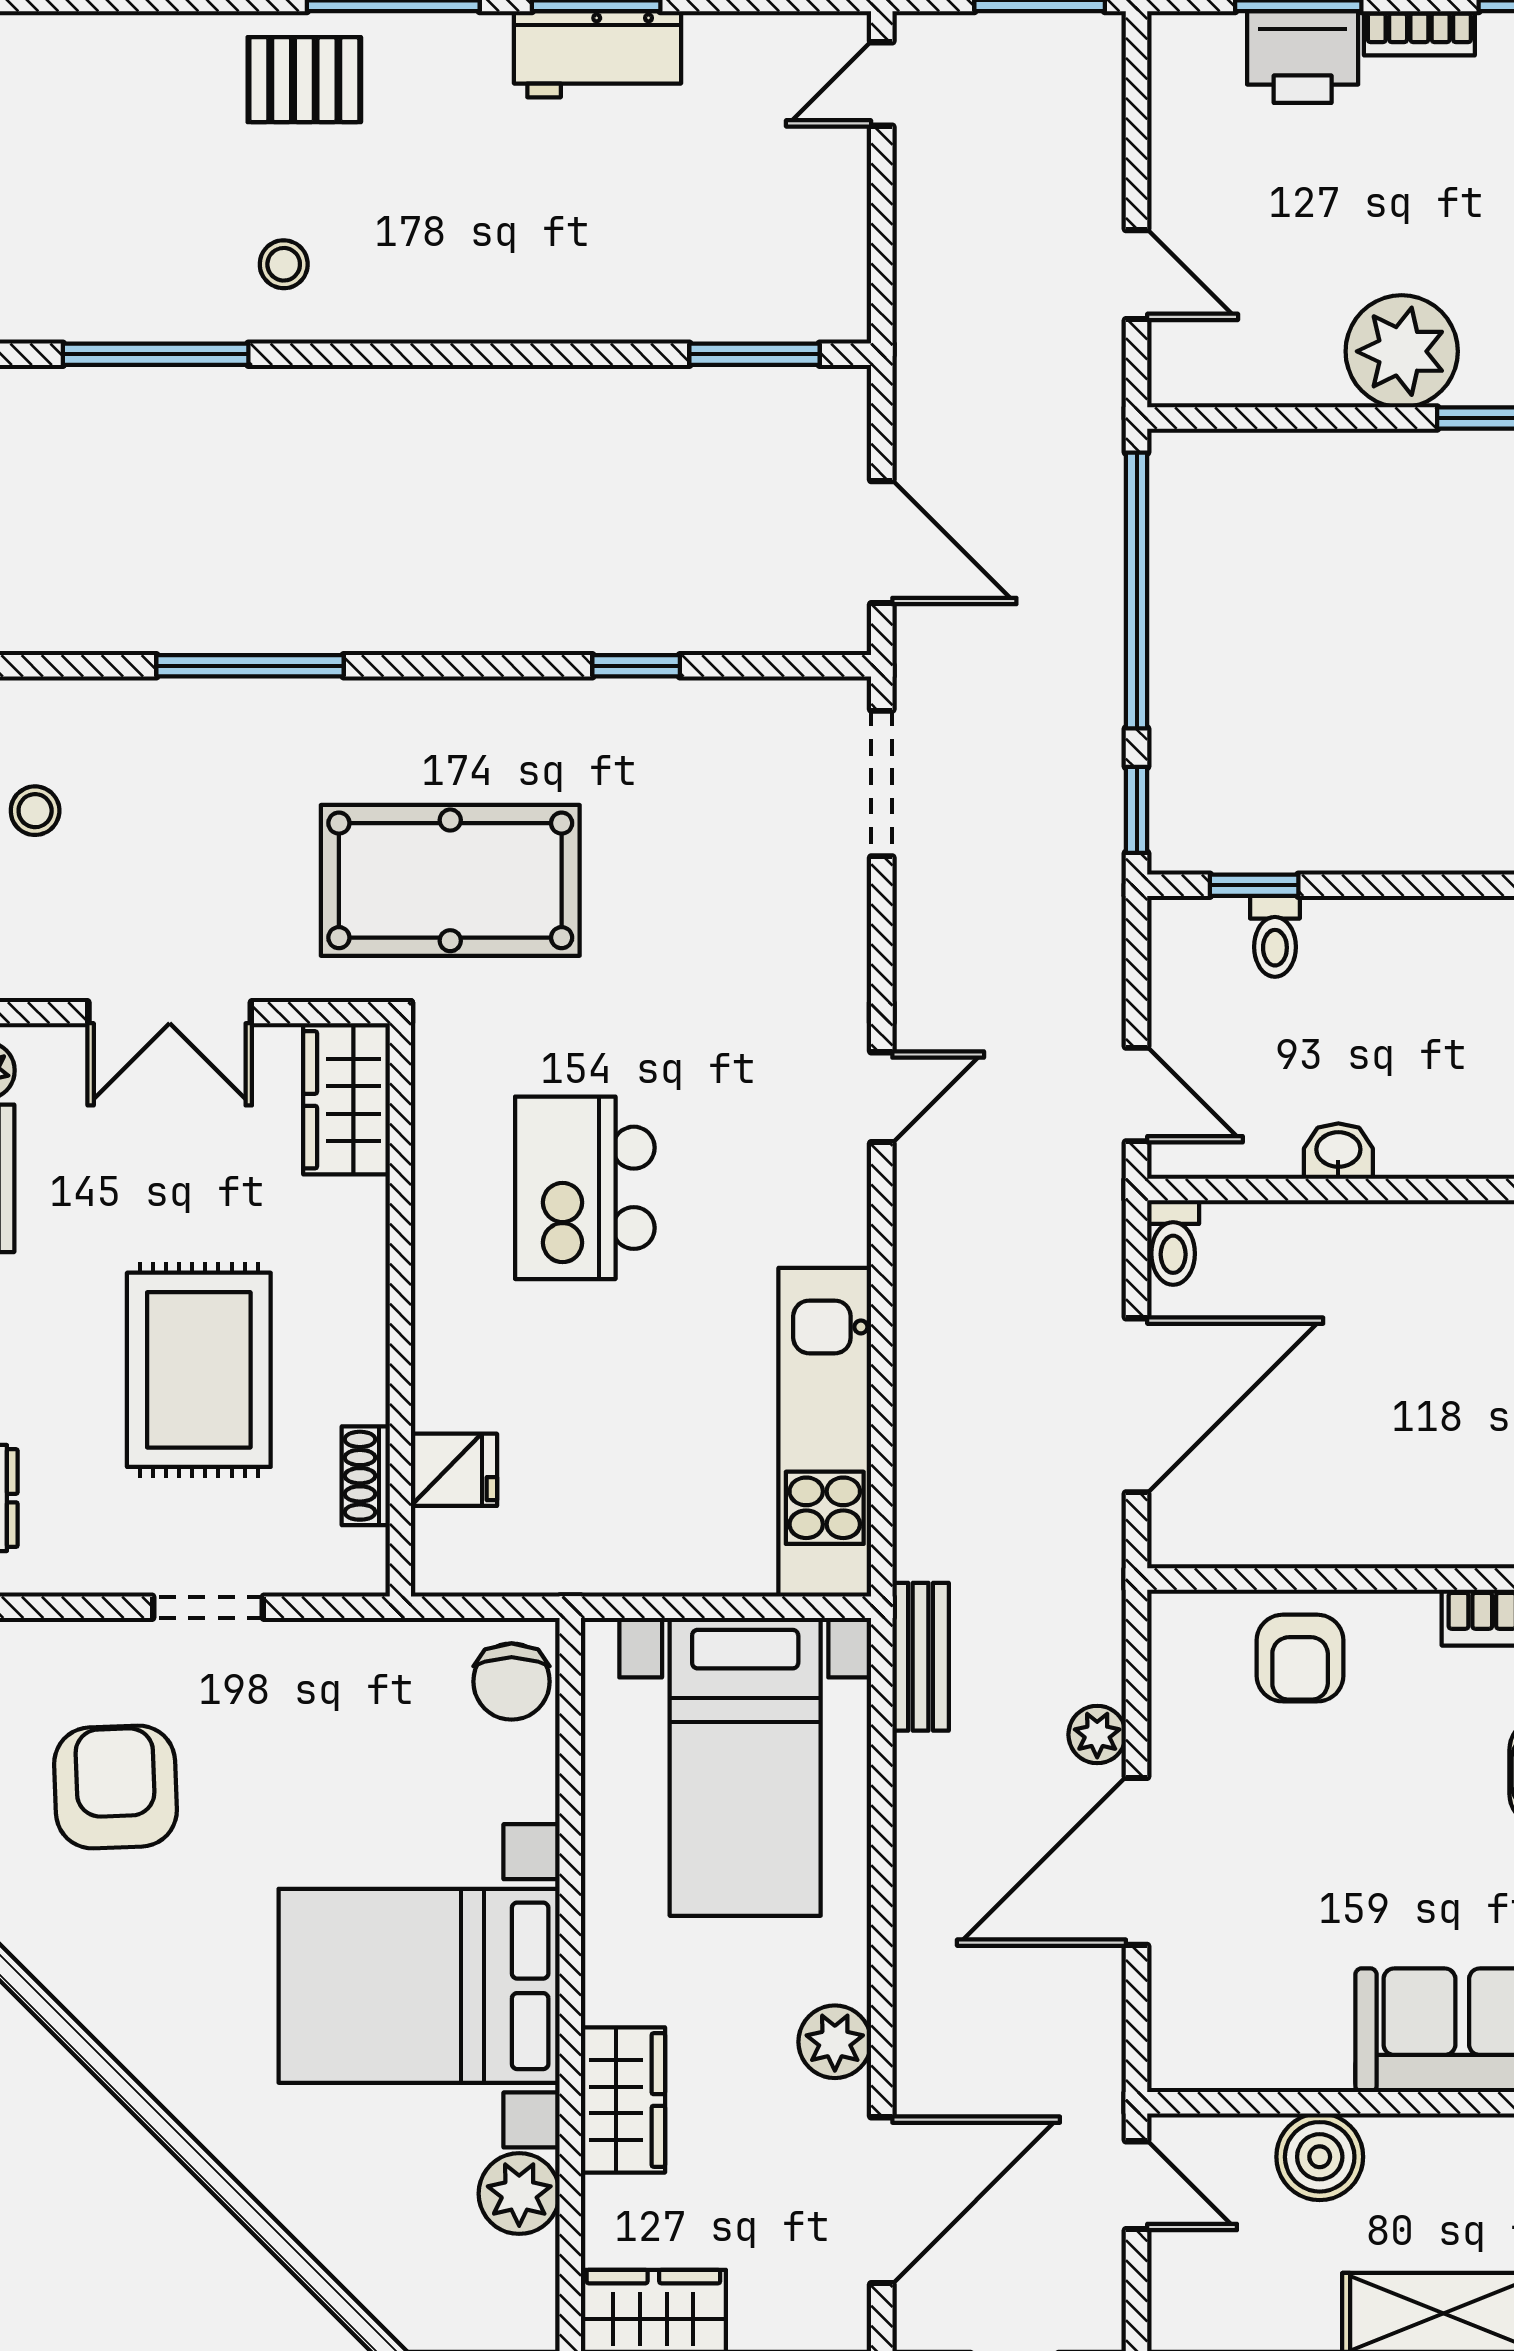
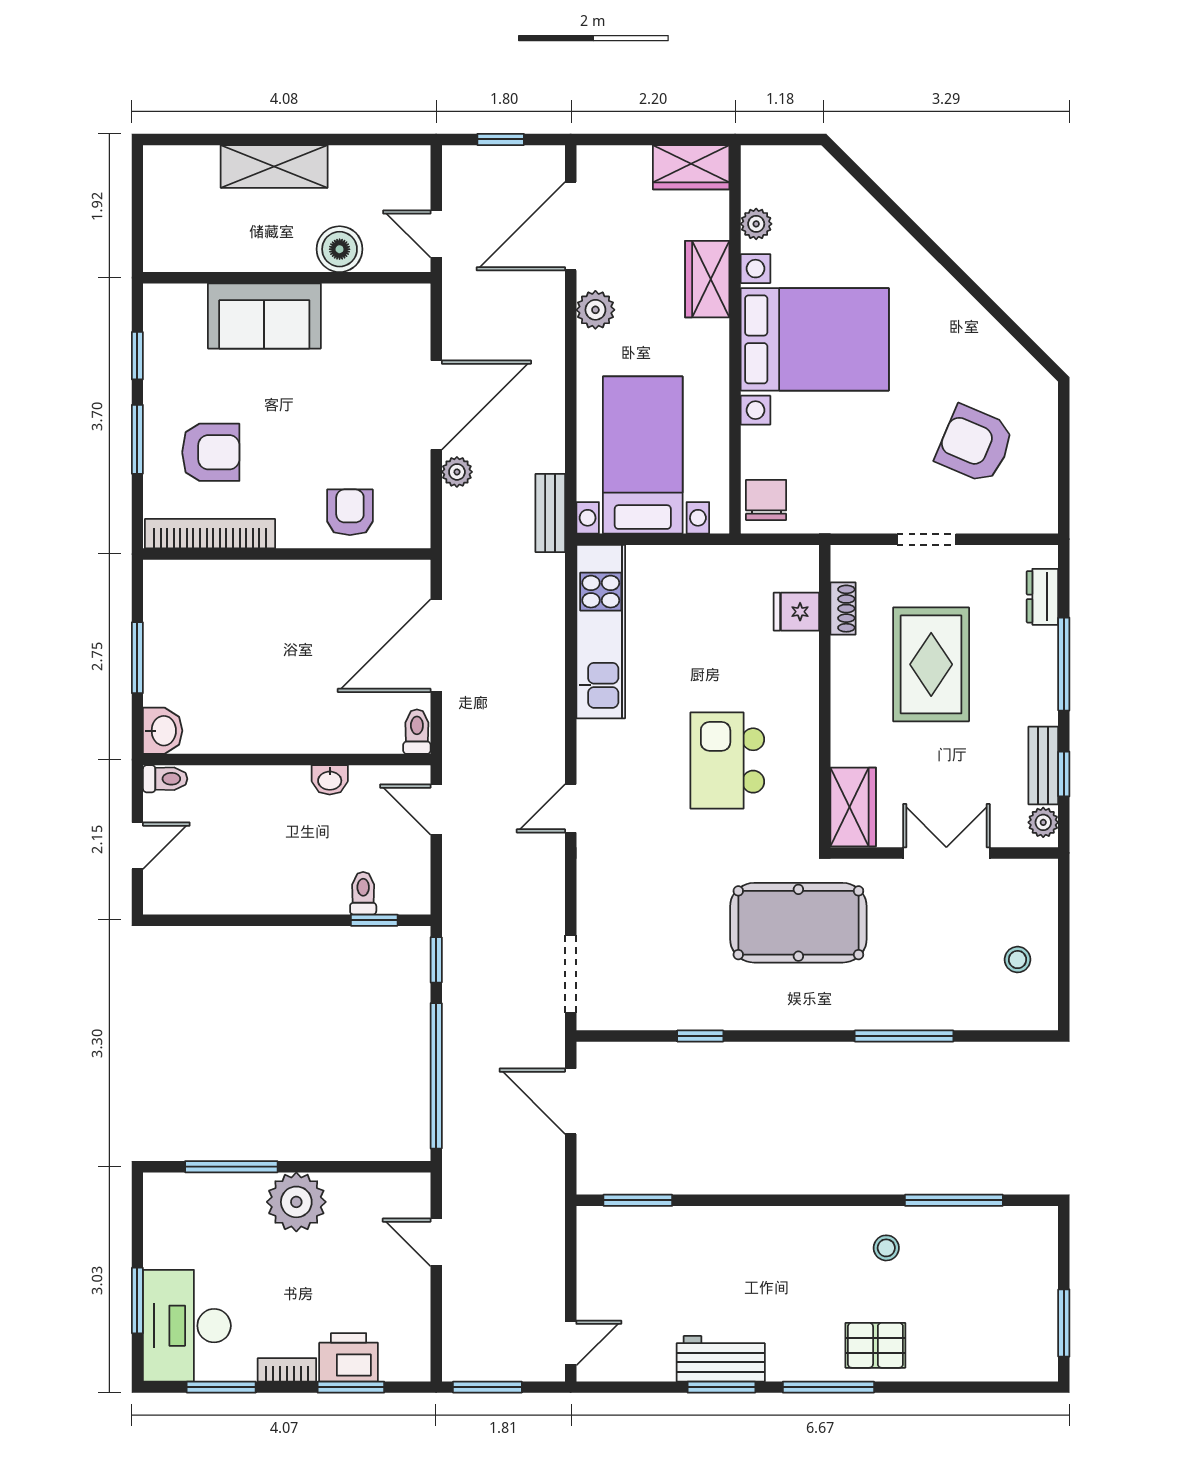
kitchen island: (585, 1188) -> (727, 760), turned 180
armchair: (116, 1787) -> (975, 444), turned 115
plant: (519, 2194) -> (756, 224), width x0.73, depth x0.73

